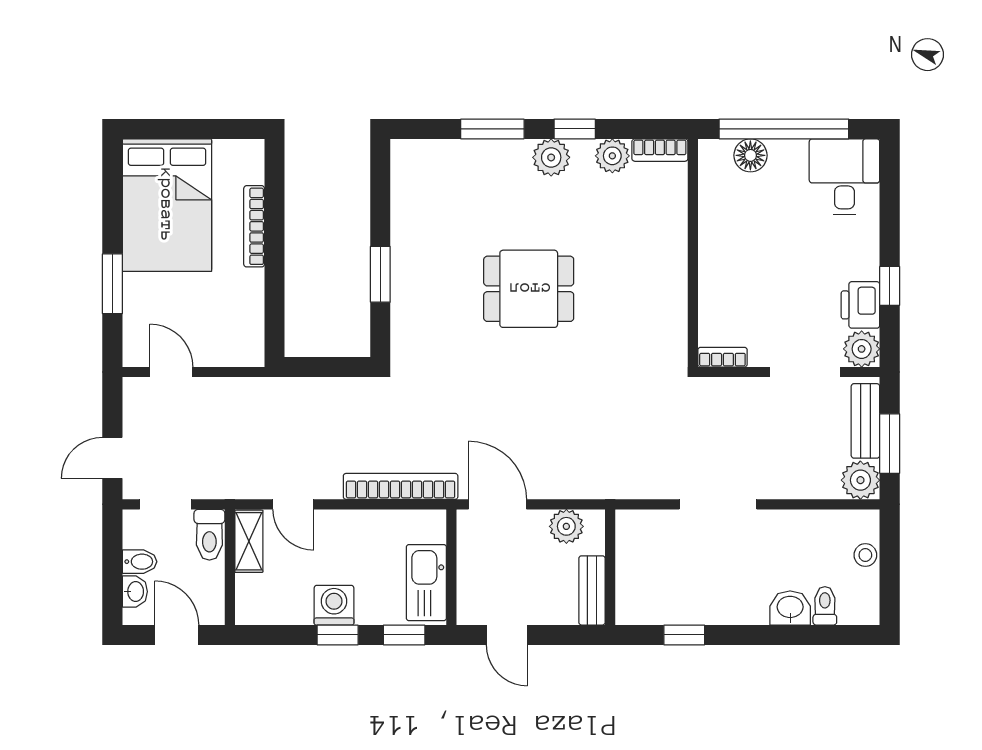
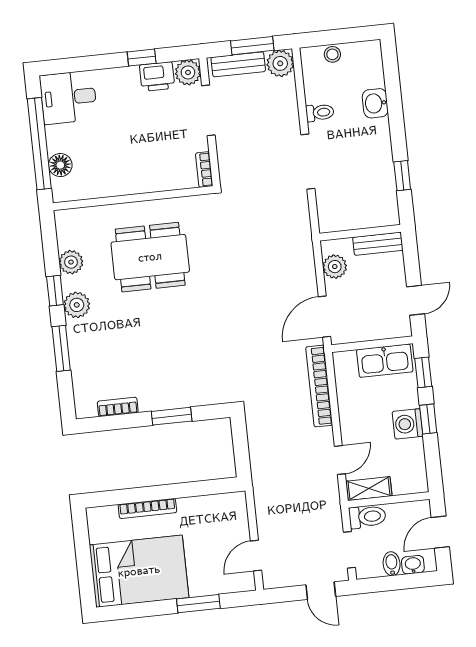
bookcase: (660, 150) -> (118, 407), moved, turned -90
dining table: (529, 289) -> (150, 257), moved, width x1.38
toilet: (825, 606) -> (320, 113), moved, turned 180

